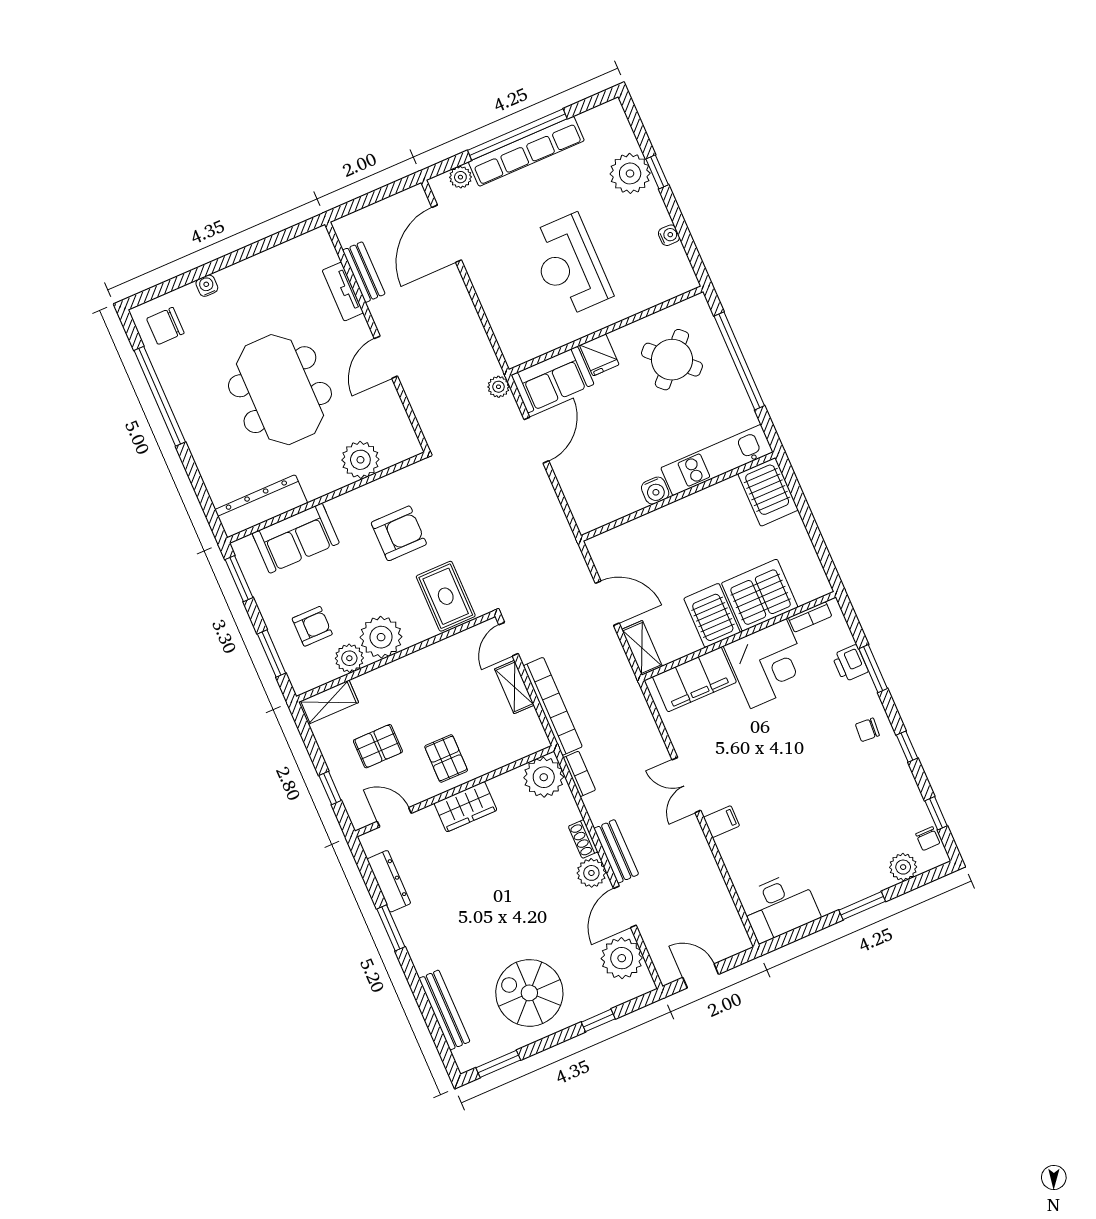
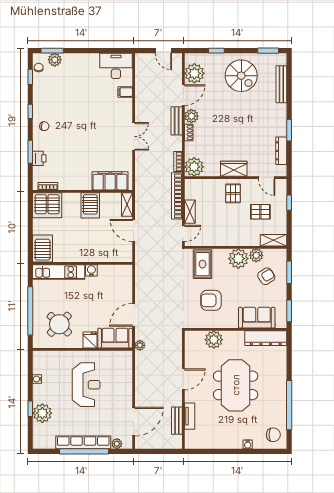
server rack: (760, 595) -> (47, 205), moved
armchair: (312, 626) -> (266, 276), turned 148
corner desk: (768, 664) -> (75, 174), removed
filing cabinet: (722, 822) -> (125, 92), moved
window: (862, 906) -> (52, 51), moved

